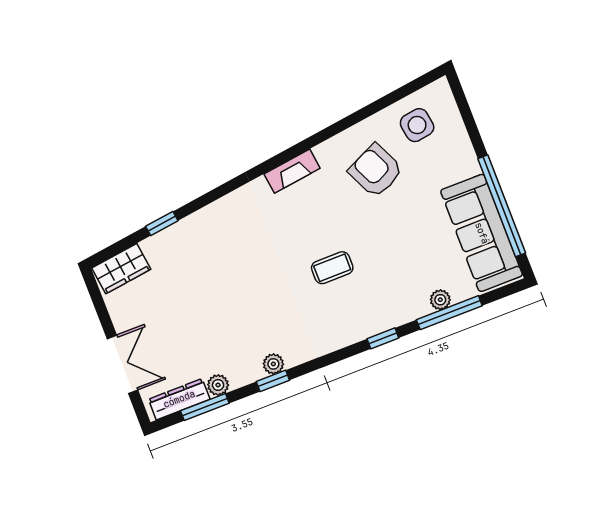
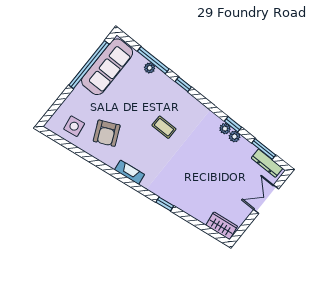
window: (162, 223) -> (165, 204), moved
plant: (218, 385) -> (234, 137), moved

